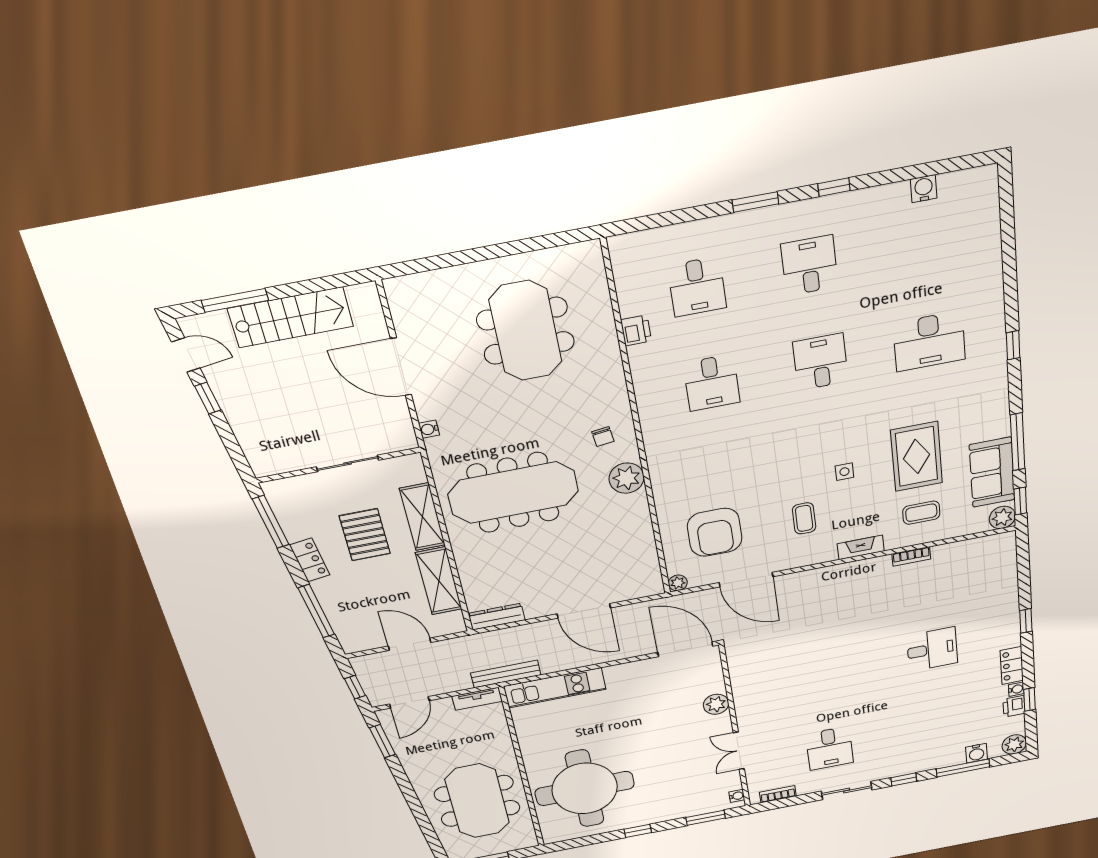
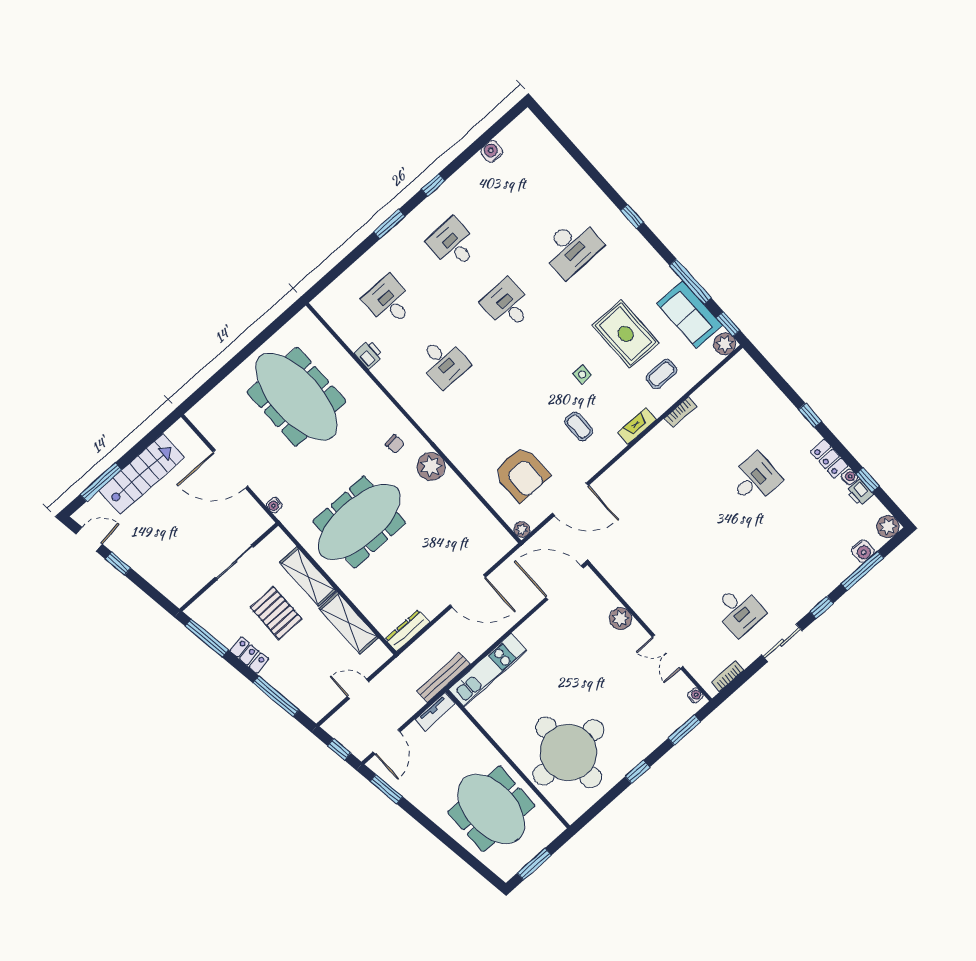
desk: (697, 287) -> (389, 301), turned 180
meeting table: (526, 331) -> (296, 397), width x1.36
door: (410, 644) -> (358, 689), width x0.73

